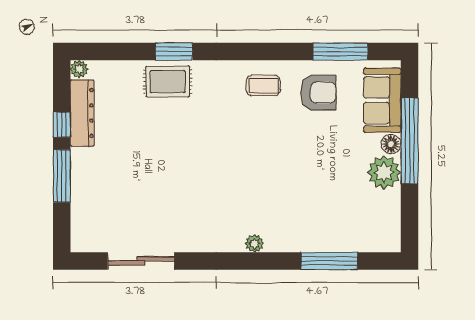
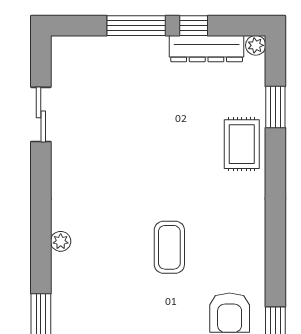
window: (174, 52) -> (275, 107), moved
coffee table: (263, 86) -> (169, 247), moved, width x1.36, depth x1.30
sliding door: (141, 261) -> (41, 114), width x0.73

